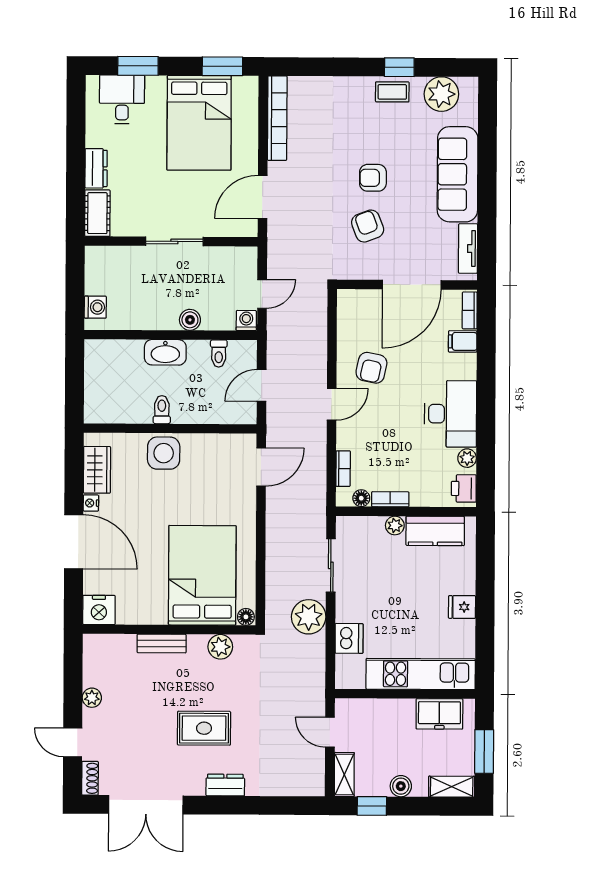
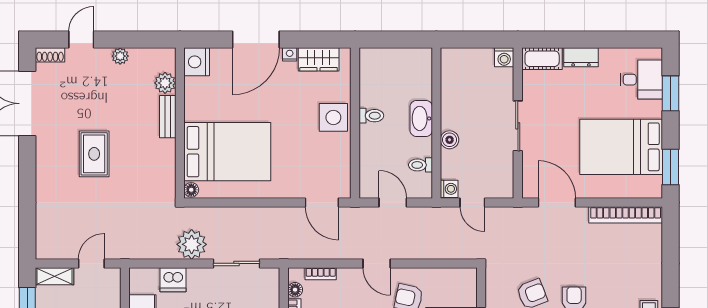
washing machine: (95, 307) -> (504, 57), moved
plant: (220, 647) -> (165, 83), moved
dresser: (225, 785) -> (45, 173), removed

